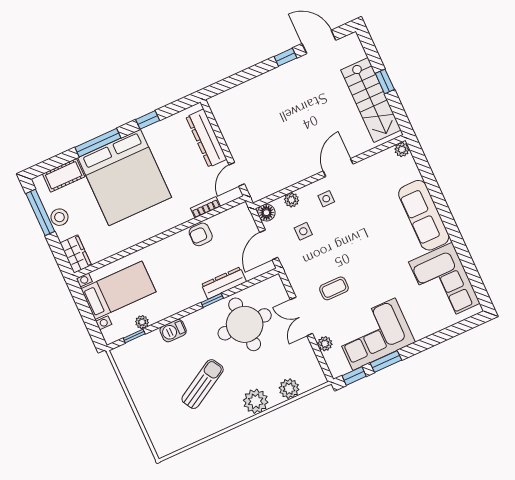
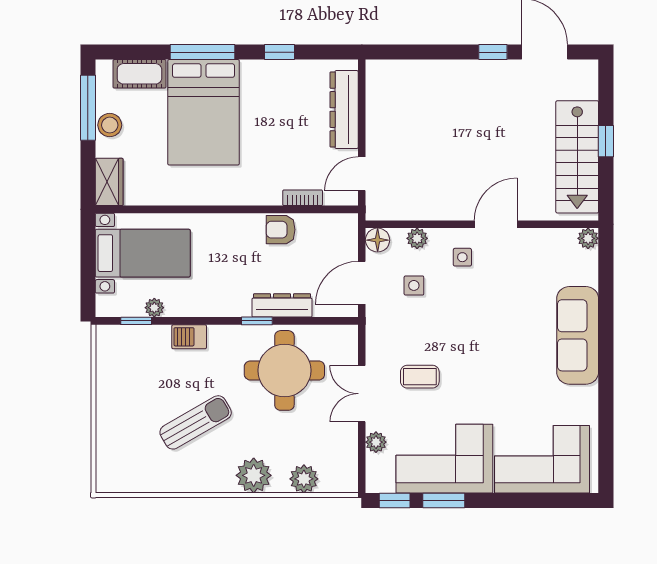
bed: (125, 177) -> (204, 112), width x0.73
corner sofa: (444, 283) -> (542, 459), moved, turned 90

